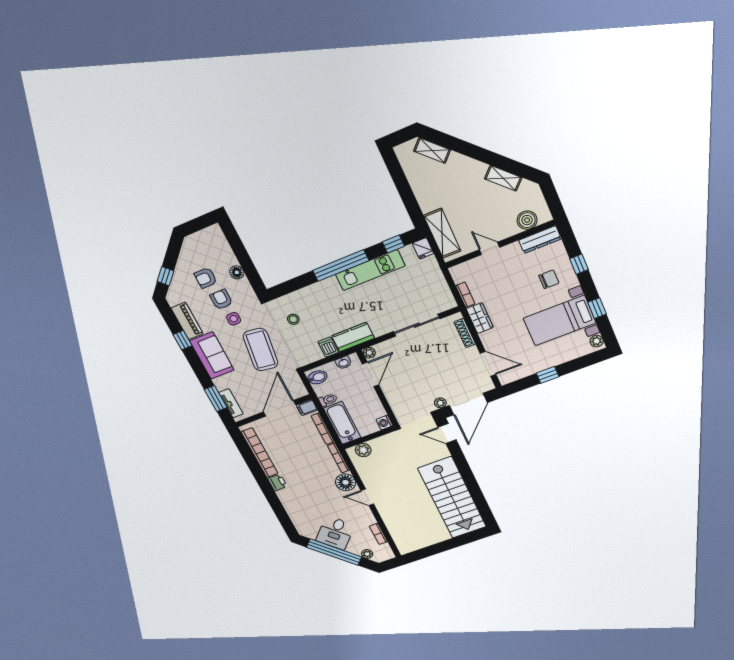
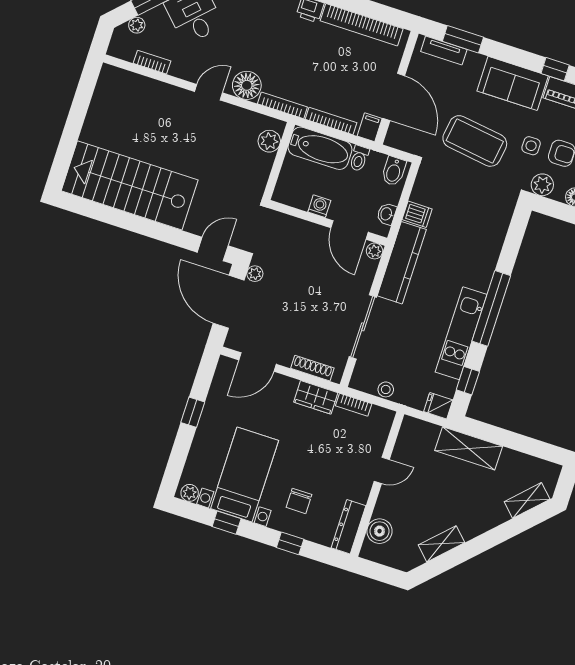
shelving: (442, 233) -> (469, 448), moved
plant: (248, 295) -> (542, 185), added
stool: (293, 319) -> (386, 389), moved
kitchen counter: (353, 337) -> (402, 263), width x1.50
washing machine: (385, 423) -> (319, 206), moved

